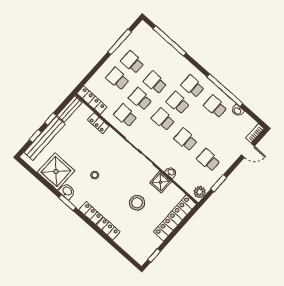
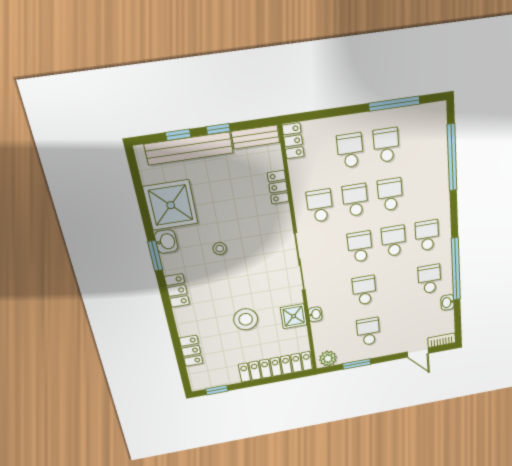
locker: (92, 100) -> (293, 141), width x0.66
locker: (108, 229) -> (191, 351), moved

